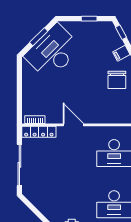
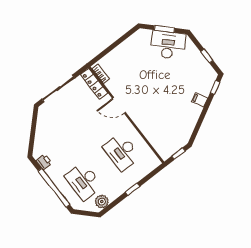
desk: (53, 52) -> (168, 45), width x0.73, depth x0.77
chair: (117, 80) -> (177, 112), removed
door: (73, 125) -> (119, 105), swing flipped

